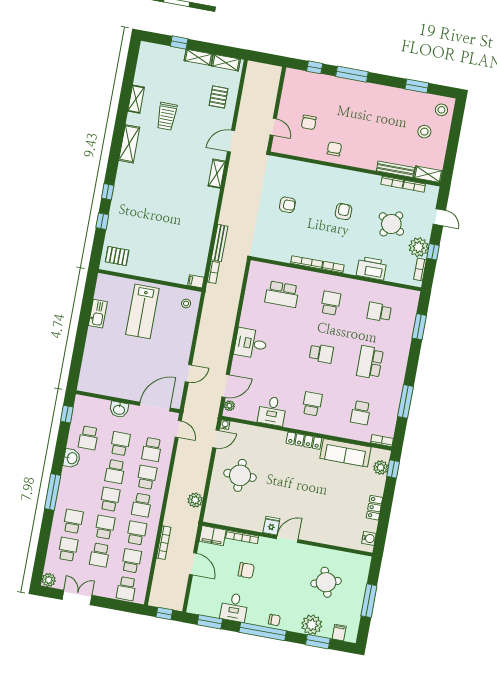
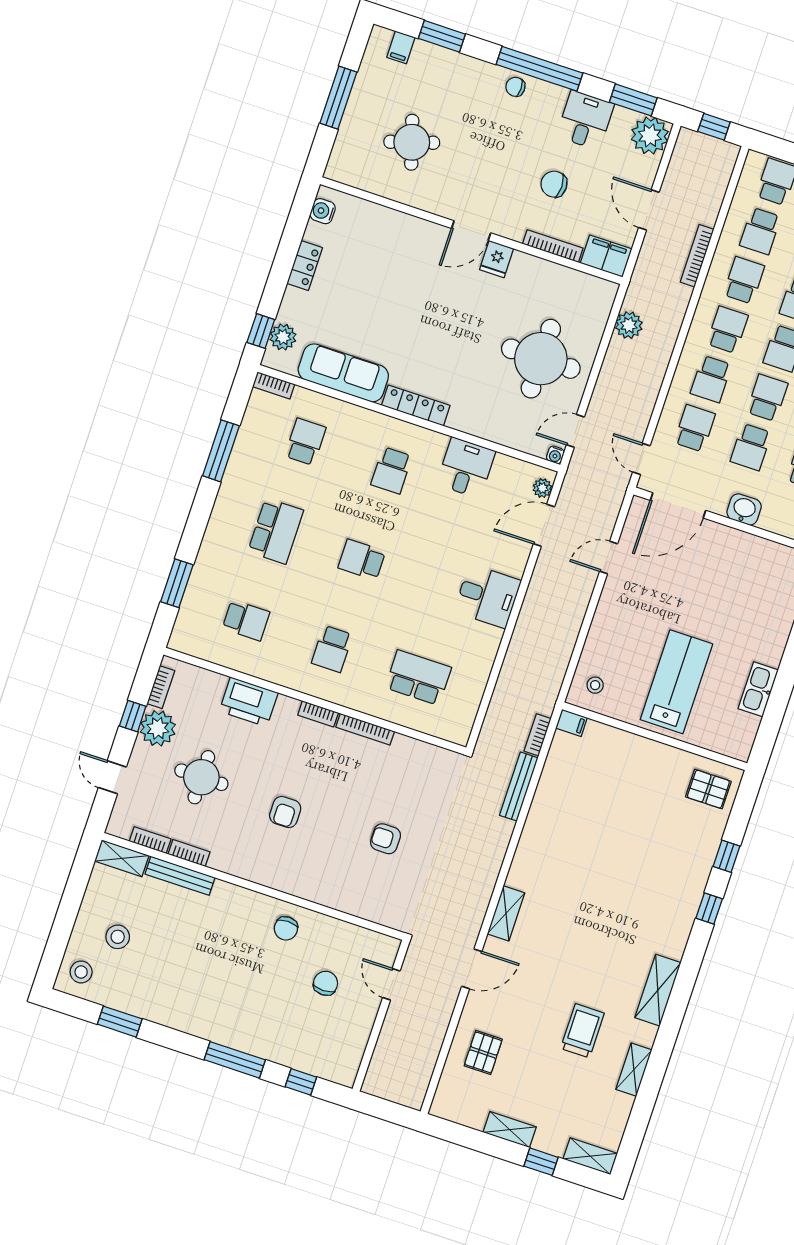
shelving: (226, 63) -> (590, 1156), moved
round table: (391, 224) -> (201, 777), turned -32
round table: (240, 475) -> (541, 359), width x1.36, depth x1.36
school desk: (137, 533) -> (744, 280), turned 180
plant: (312, 625) -> (650, 136), moved

